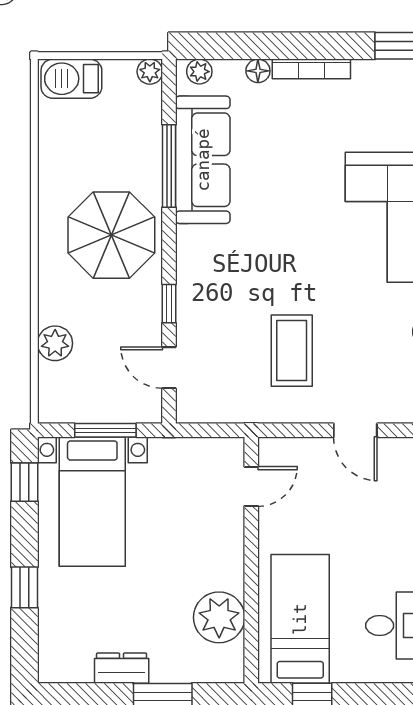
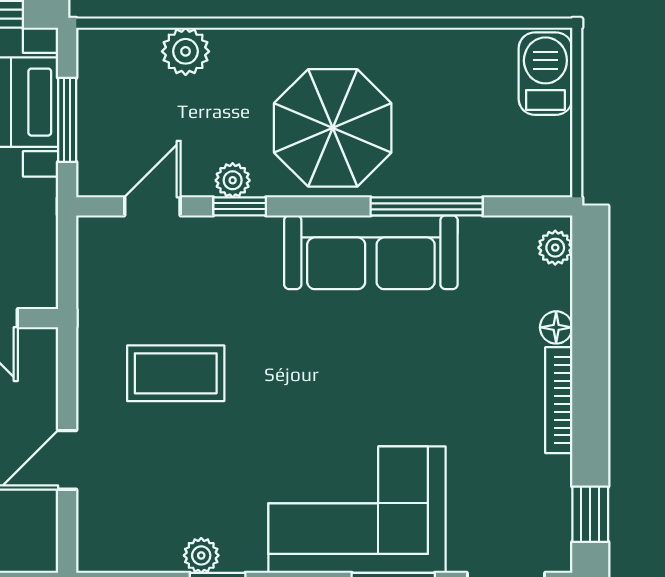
plant: (150, 72) -> (233, 180), moved
sofa: (203, 160) -> (371, 252), moved

